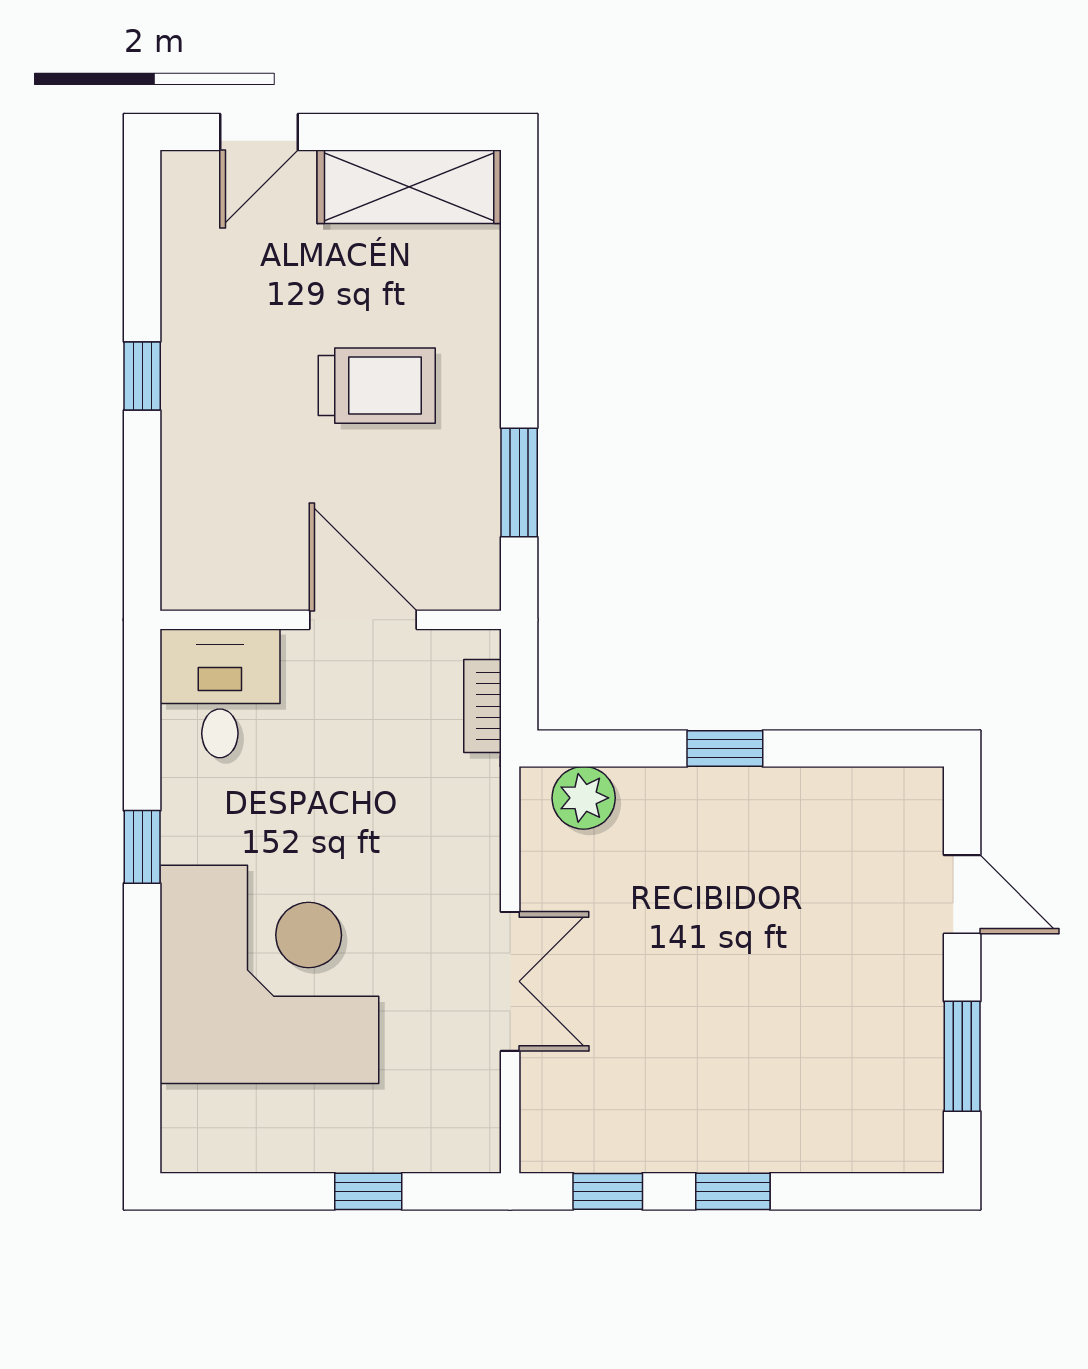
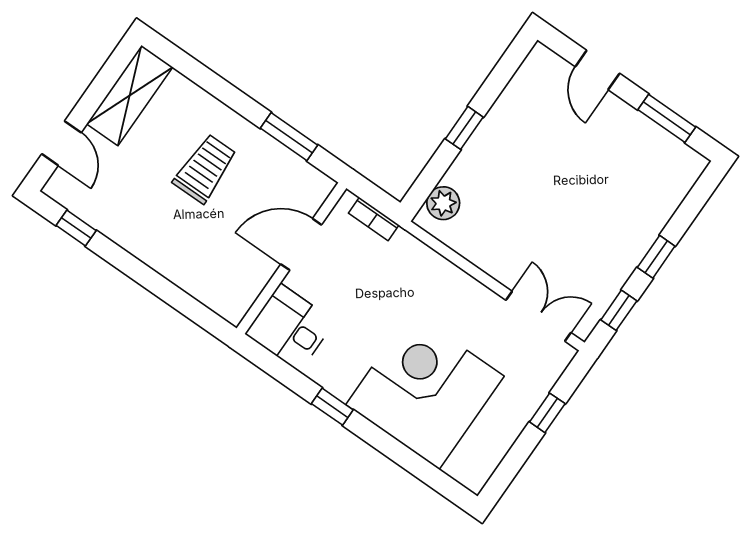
window: (142, 376) -> (76, 228), moved
door: (962, 894) -> (597, 70), swing flipped
double door: (510, 981) -> (538, 316), moved

